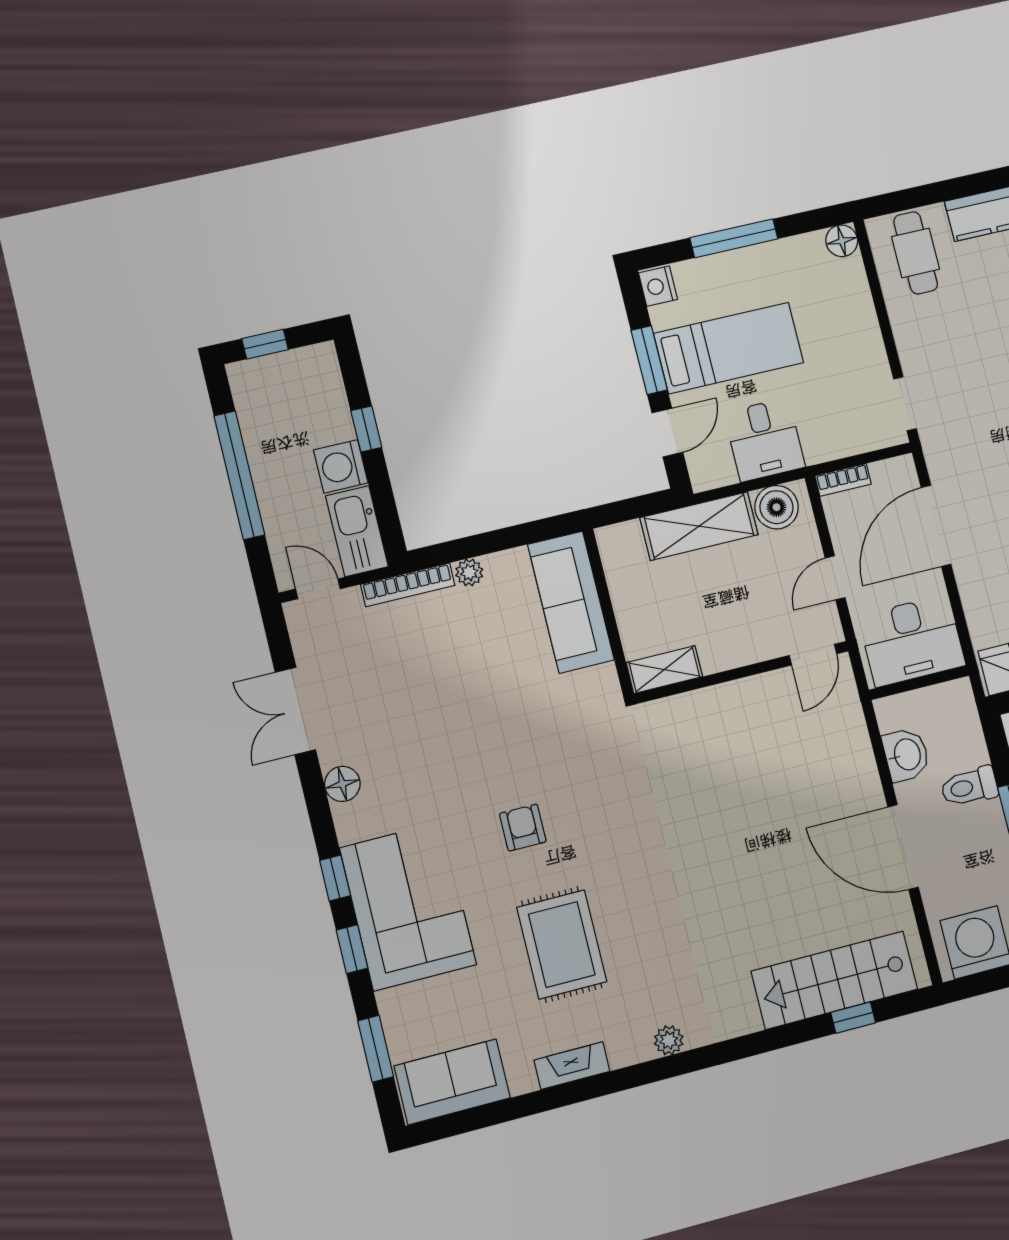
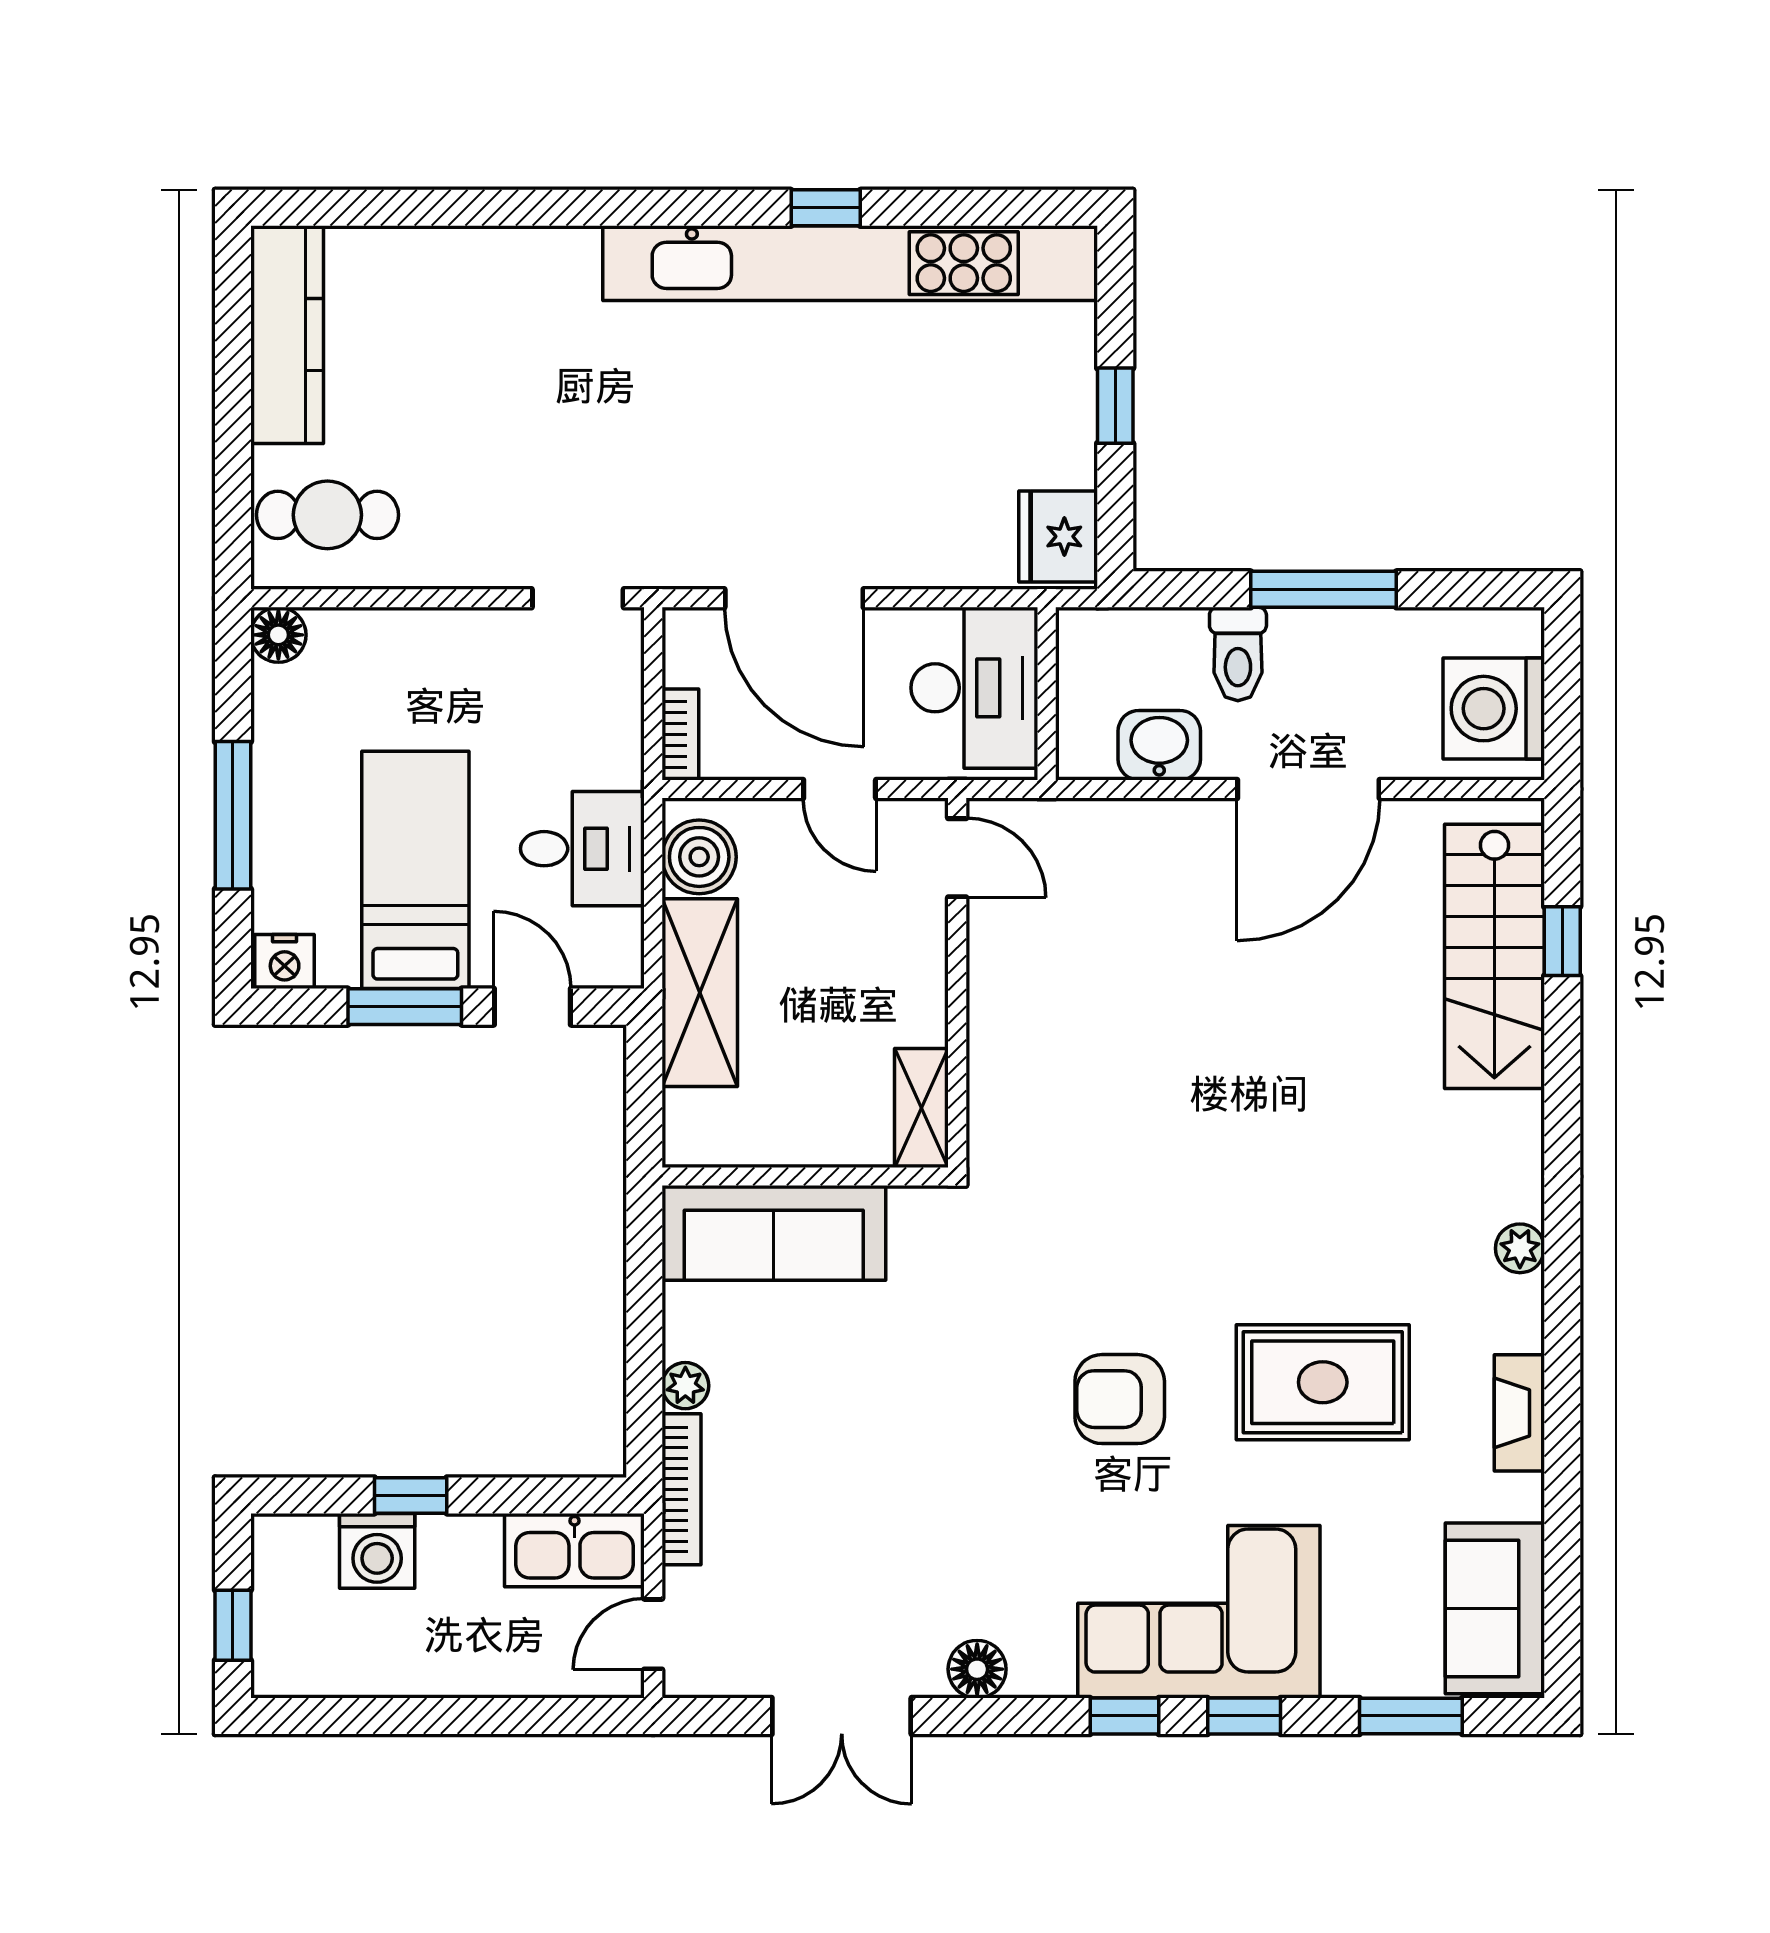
washing machine: (341, 466) -> (377, 1551), moved
window: (239, 475) -> (438, 1716), removed
armchair: (523, 828) -> (1120, 1399), width x1.38, depth x1.38

